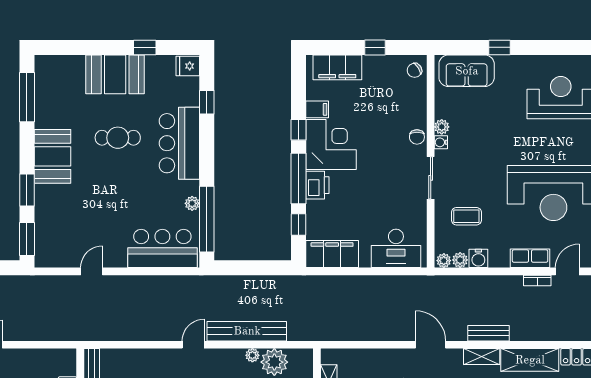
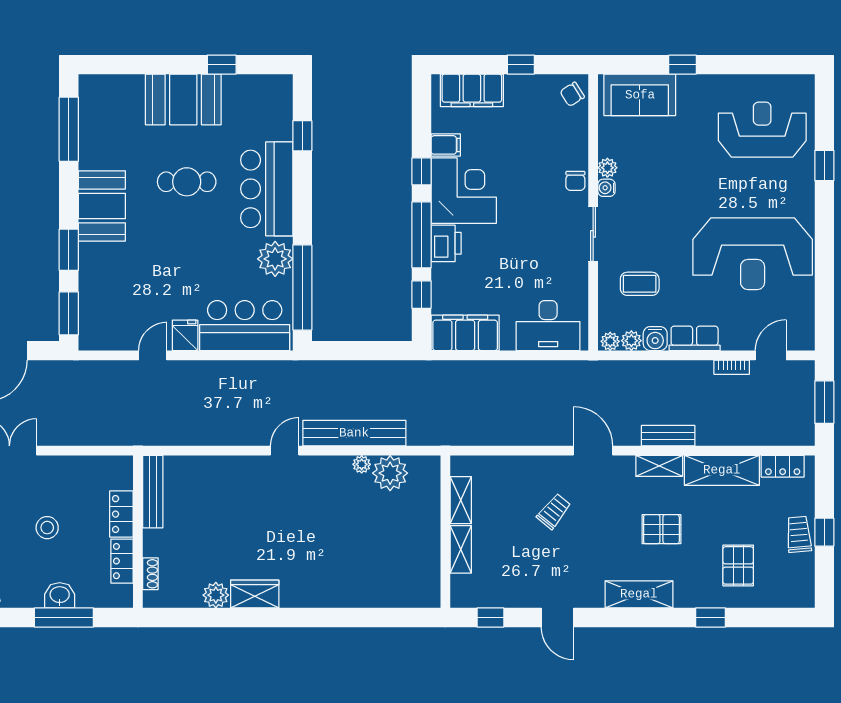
fridge: (188, 66) -> (185, 335), moved, turned 90
plant: (192, 203) -> (275, 259), width x1.88, depth x1.88
row of seats: (530, 258) -> (695, 338), moved

